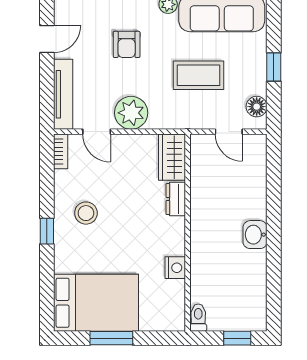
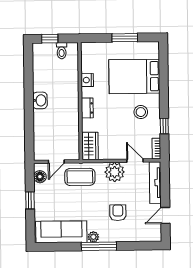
coffee table: (199, 75) -> (80, 177), moved
door: (229, 132) -> (56, 162), swing flipped
dresser: (176, 199) -> (87, 108), moved
window: (47, 231) -> (164, 126), moved
bed: (96, 303) -> (134, 76), moved
toilet: (198, 318) -> (62, 51), moved

